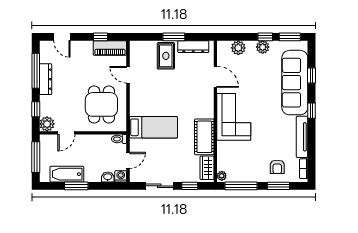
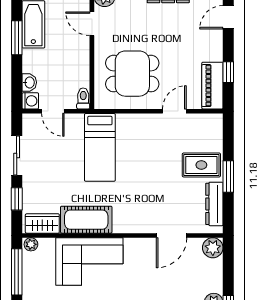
plant: (238, 48) -> (213, 248), moved
corner sofa: (234, 117) -> (89, 261), moved

